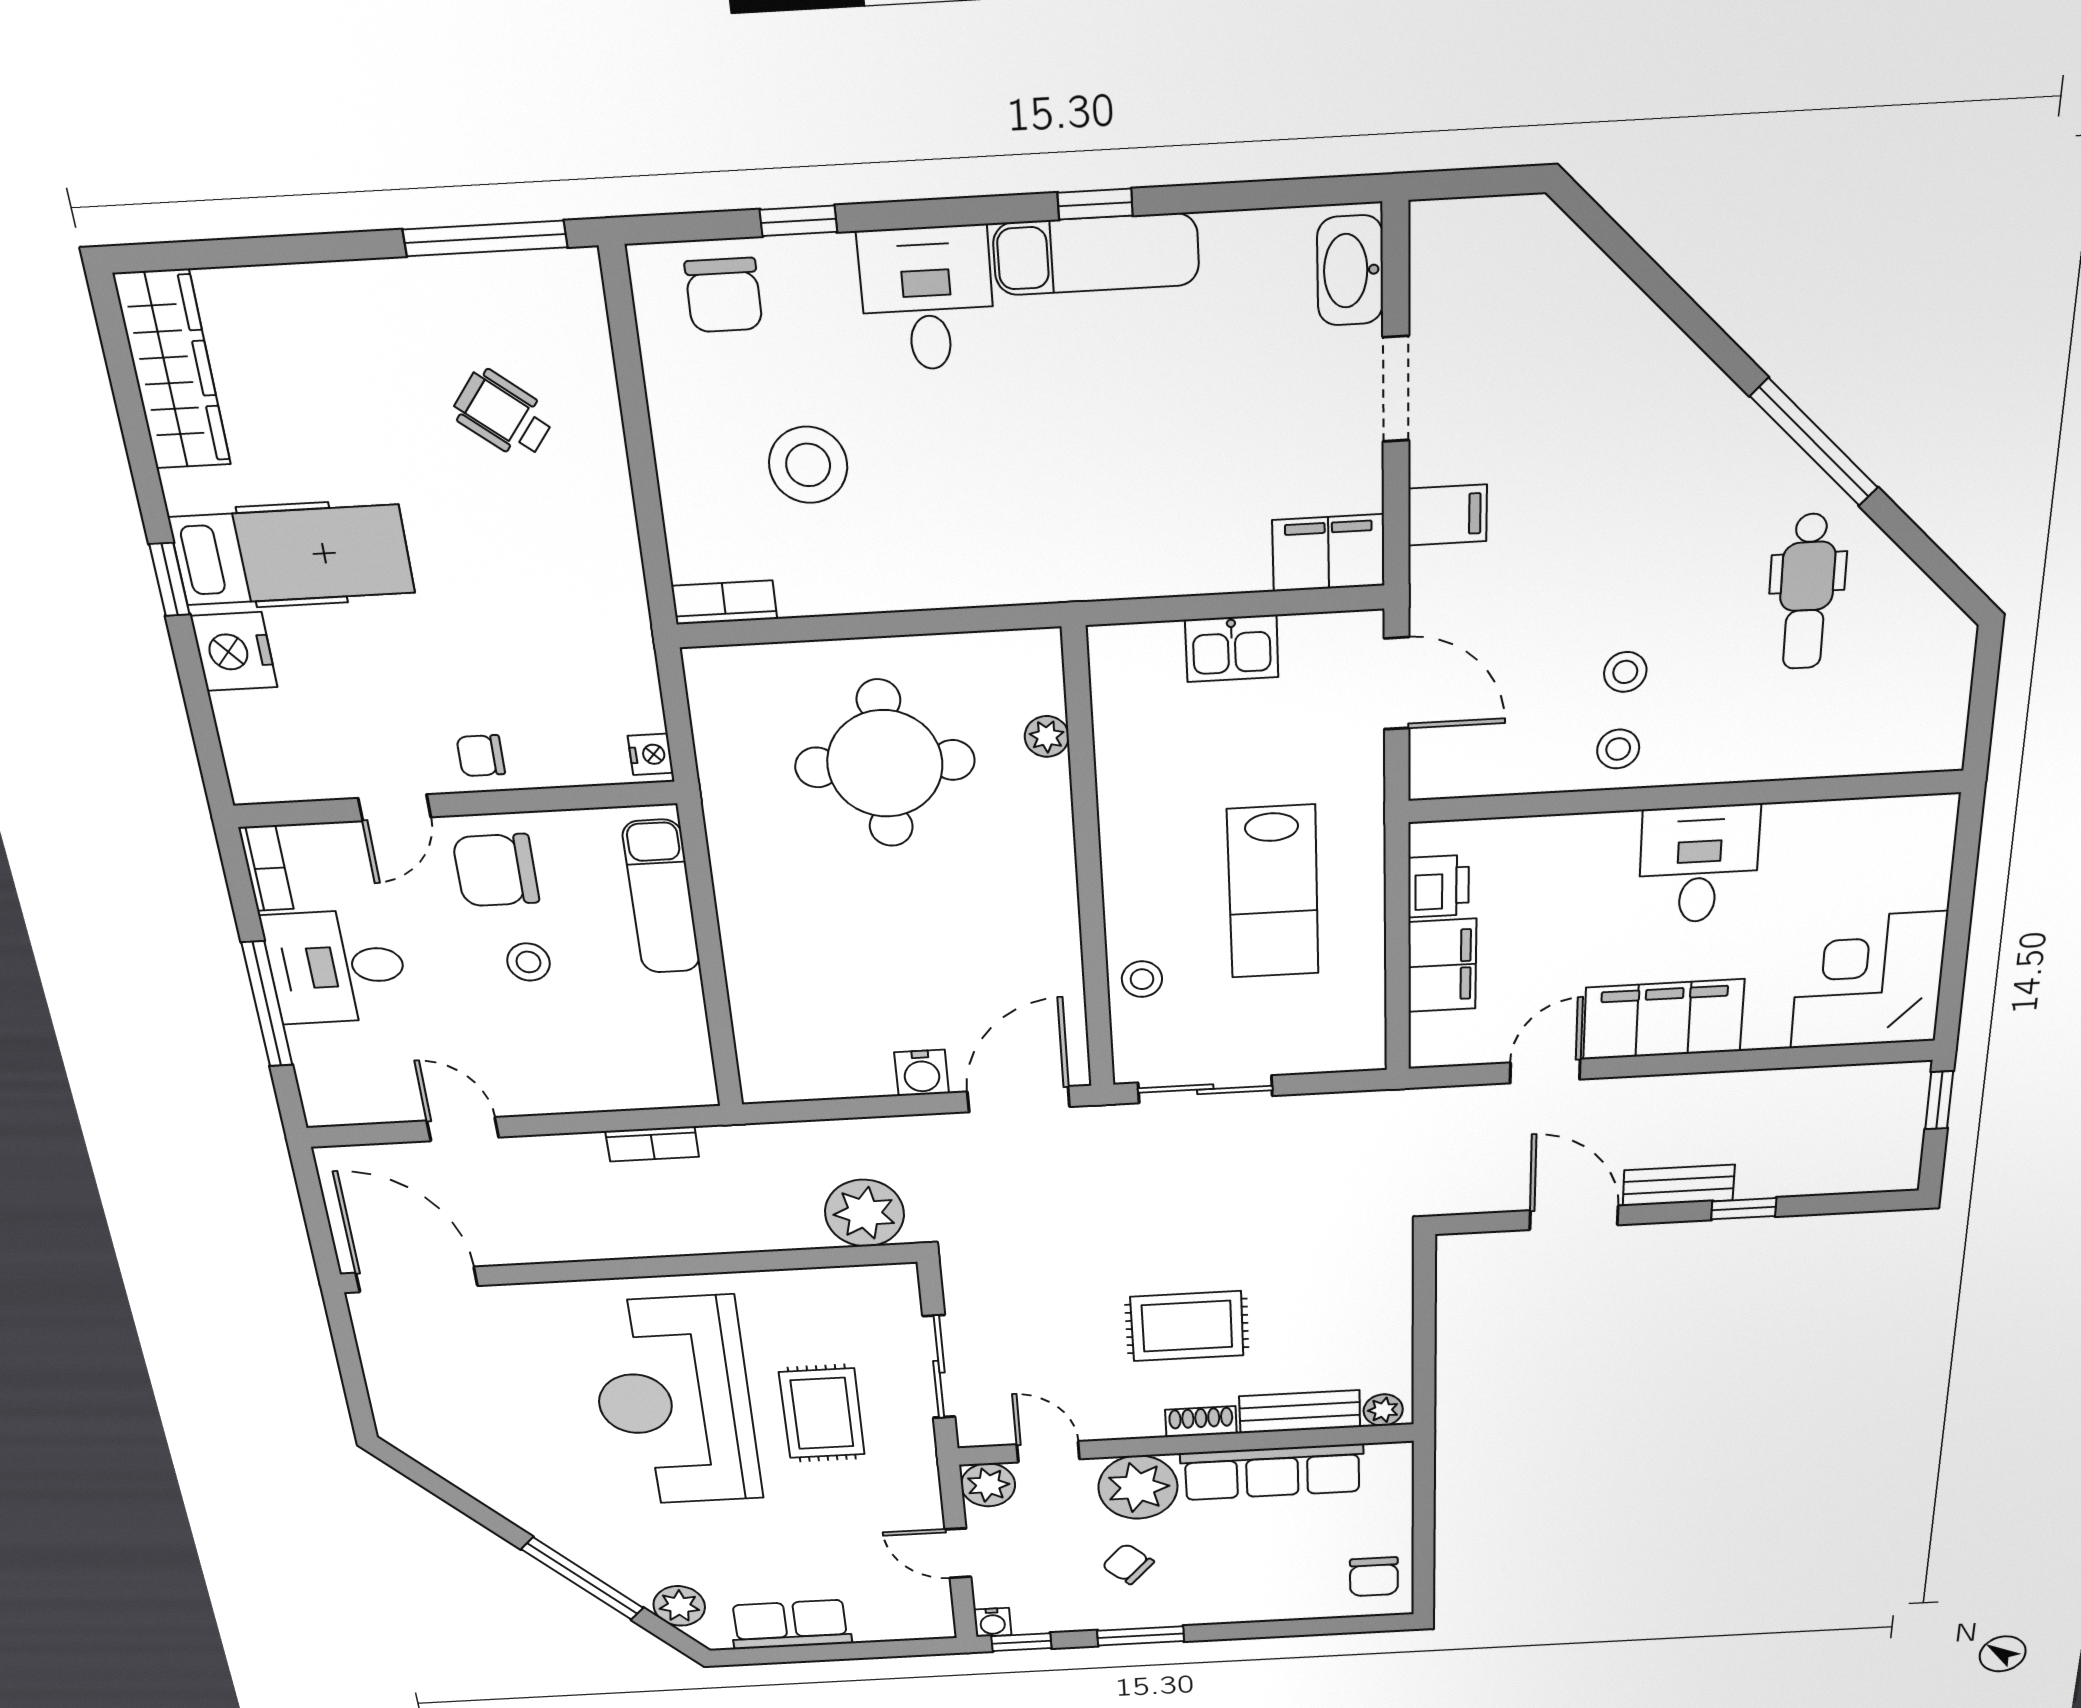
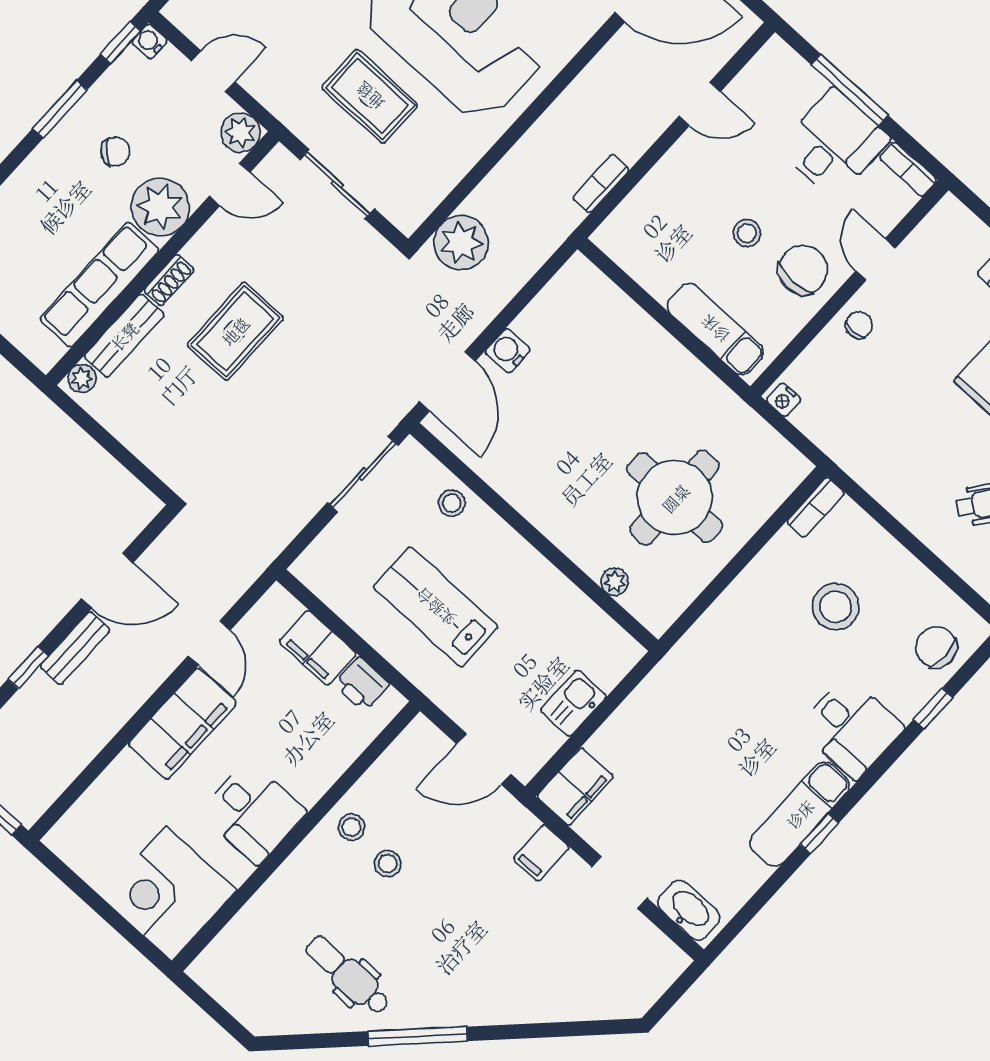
corner desk: (1869, 980) -> (169, 894), moved, turned 180

